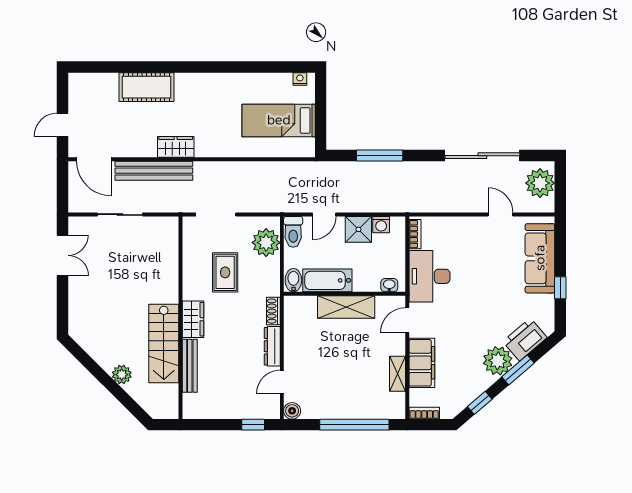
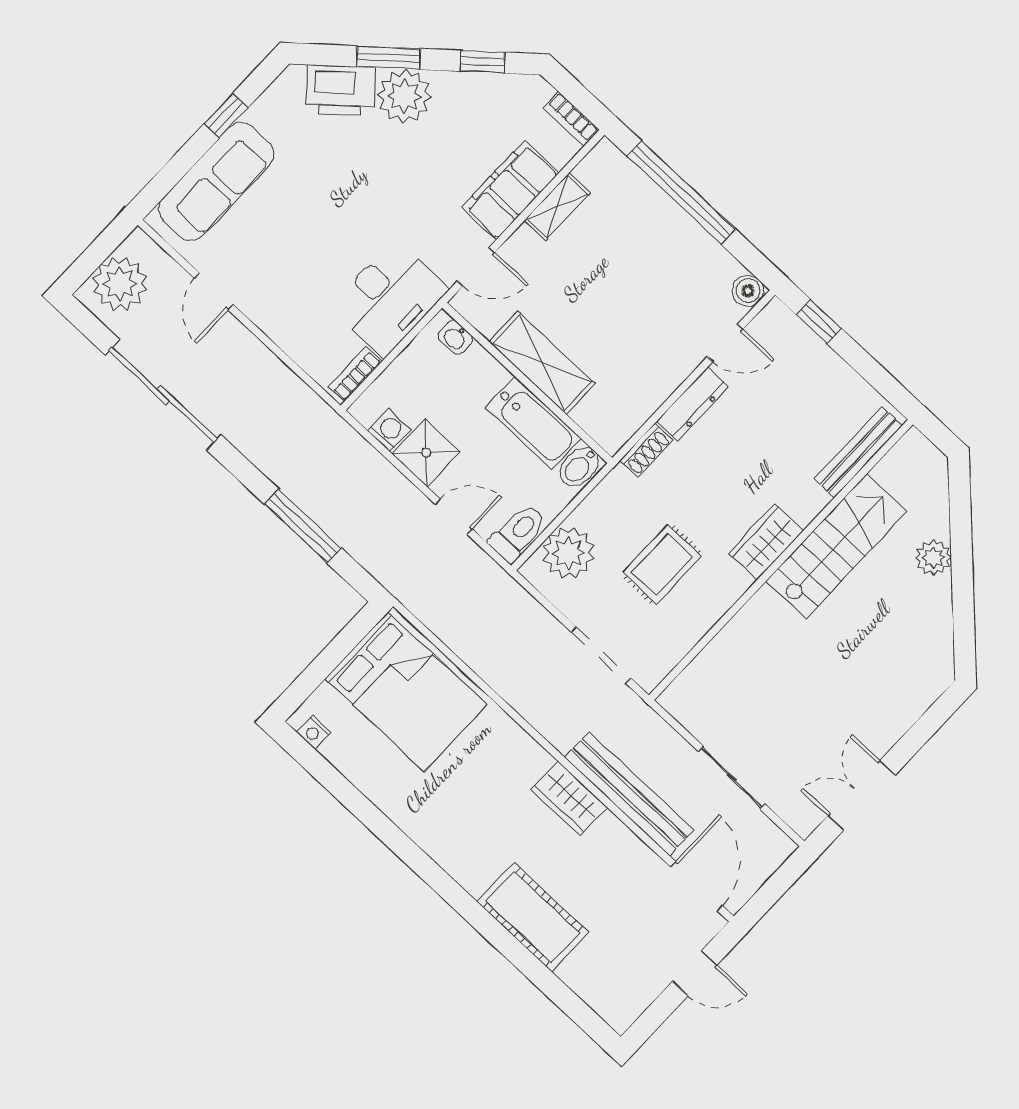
bed: (279, 120) -> (406, 692), width x1.50
bench: (190, 366) -> (858, 452), moved

